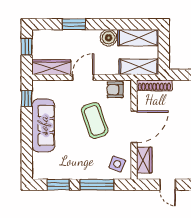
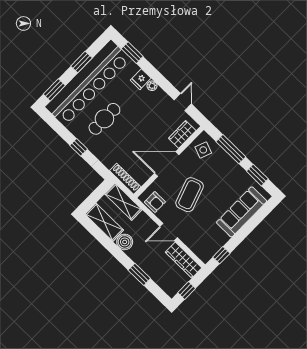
sofa: (43, 125) -> (242, 212), moved

